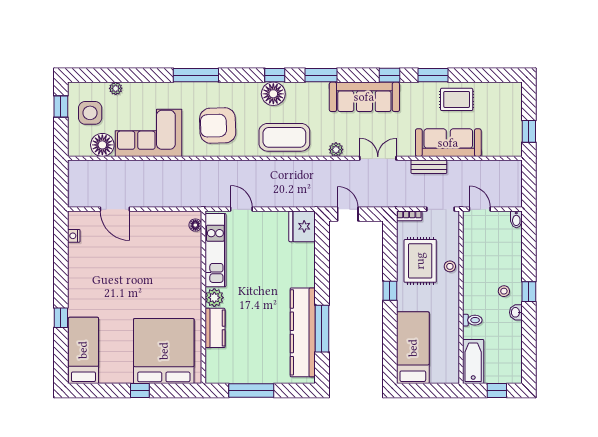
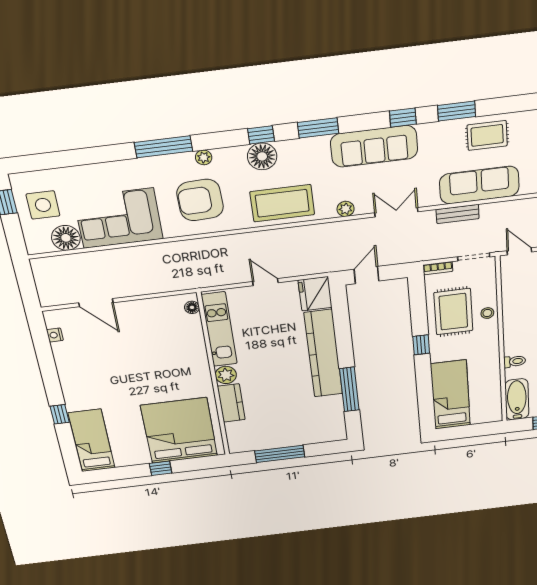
plant: (116, 88) -> (204, 157), moved
door: (241, 209) -> (265, 282), moved
door: (348, 214) -> (367, 275), hinge flipped
kitchen counter: (303, 332) -> (323, 354), moved

